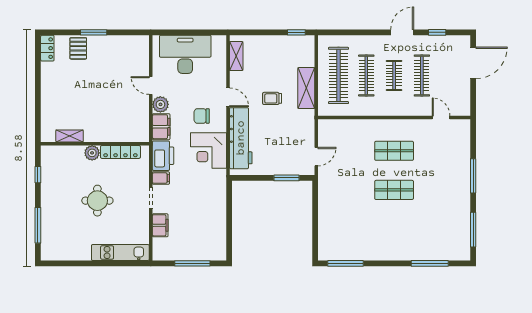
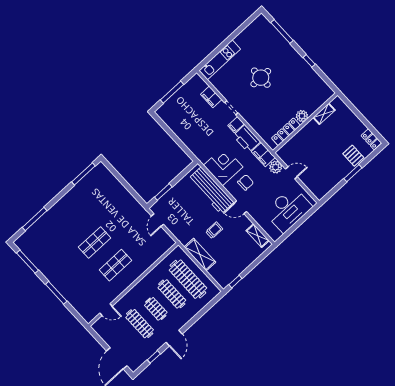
shelving: (70, 136) -> (324, 114), moved
wall: (95, 144) -> (305, 123), moved
locker: (120, 152) -> (286, 132), moved
plant: (92, 153) -> (302, 116), moved

